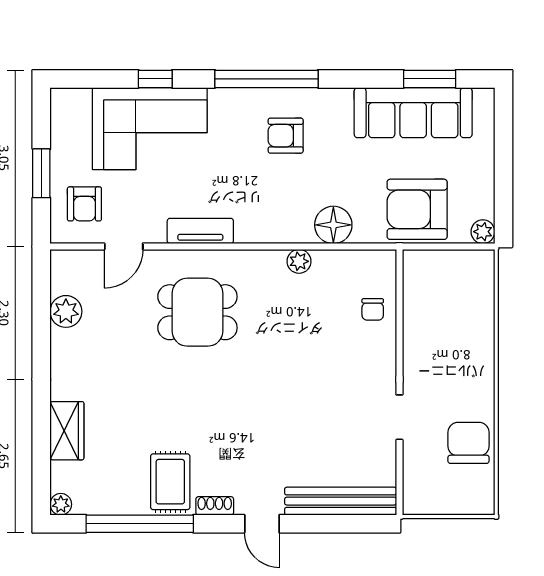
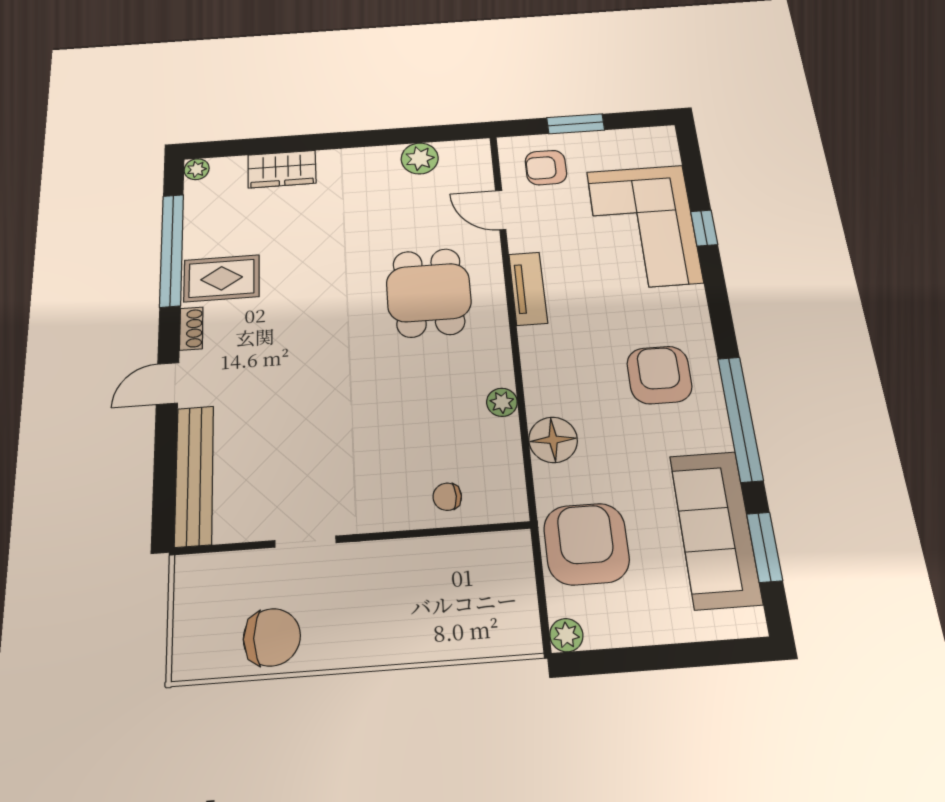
window: (266, 79) -> (740, 419), moved
armchair: (286, 136) -> (659, 375), width x1.38, depth x1.38

